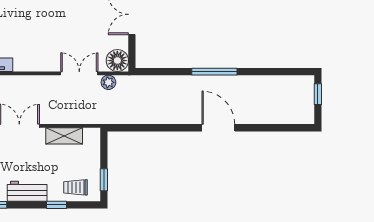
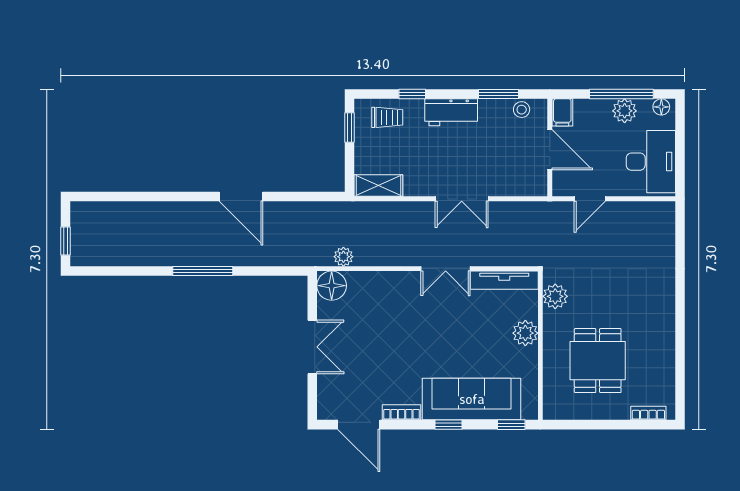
double door: (79, 73) -> (446, 269), moved
door: (218, 128) -> (241, 196), moved
shelving: (64, 136) -> (378, 186), moved

